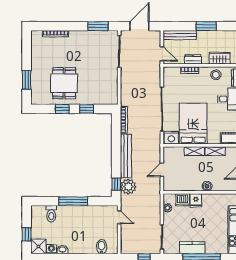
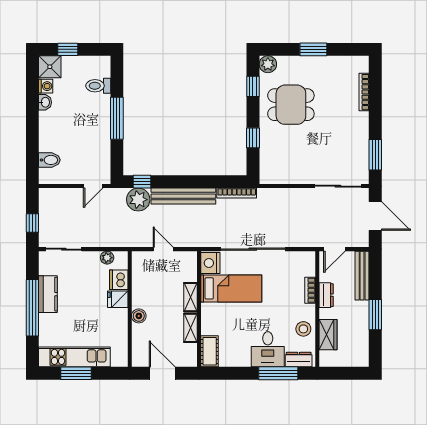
window: (27, 80) -> (313, 49), moved
plant: (37, 99) -> (268, 64), added
window: (62, 109) -> (253, 86), moved
bed: (193, 124) -> (231, 288), width x0.67

